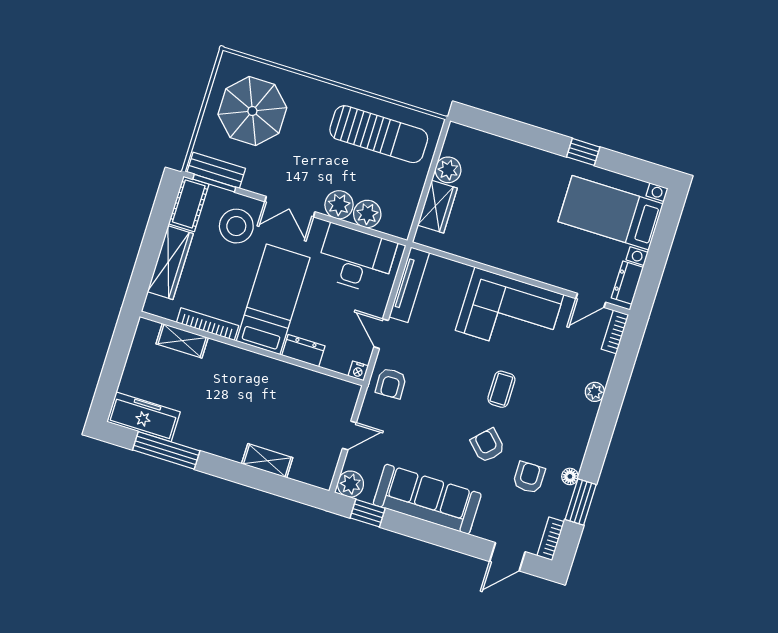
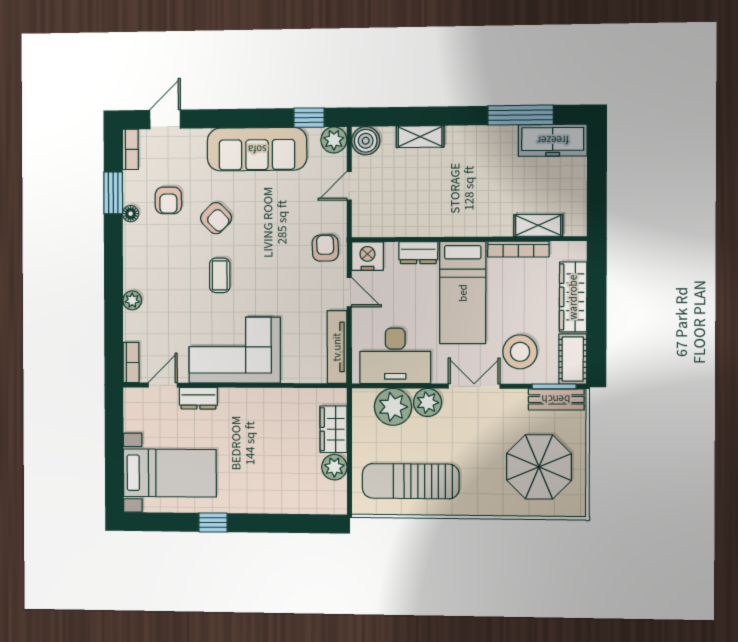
plant: (367, 214) -> (393, 407), width x1.36, depth x1.36
dresser: (627, 283) -> (198, 398), moved, turned 90
nightstand: (358, 371) -> (367, 256), width x1.89, depth x1.79
boiler: (320, 473) -> (366, 141), added

